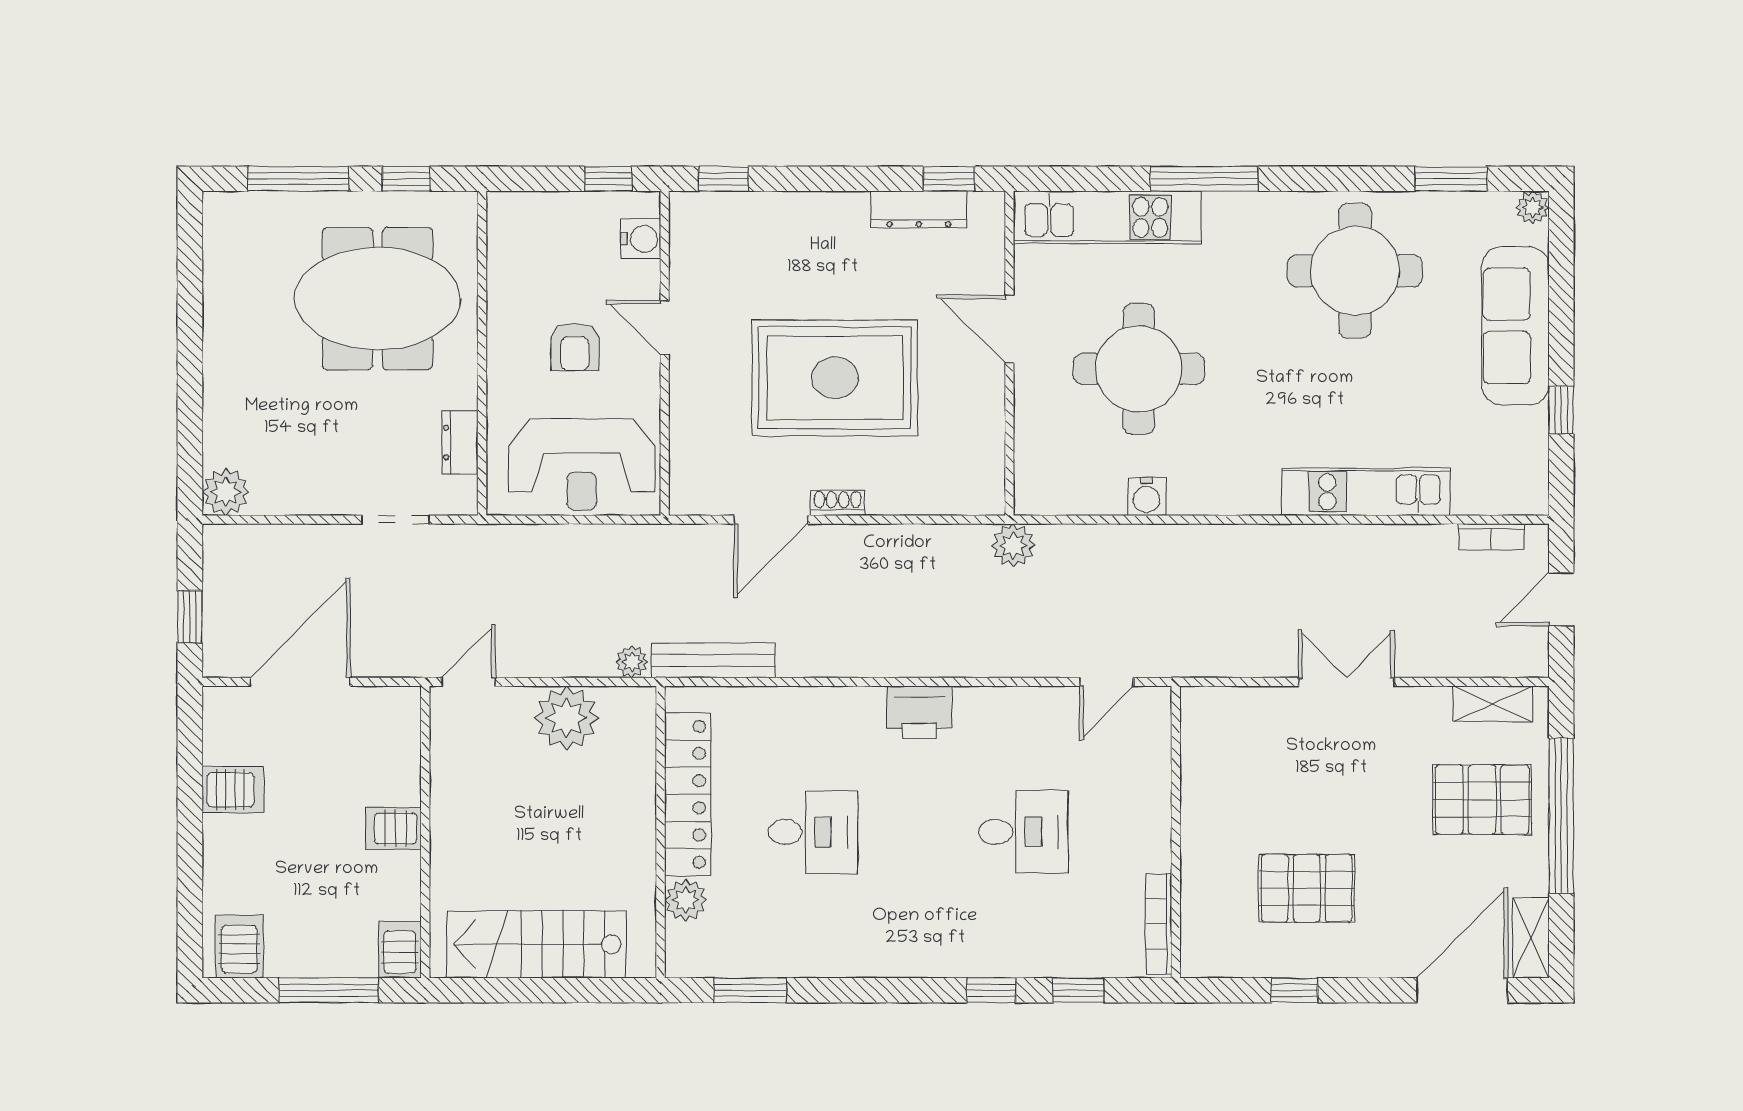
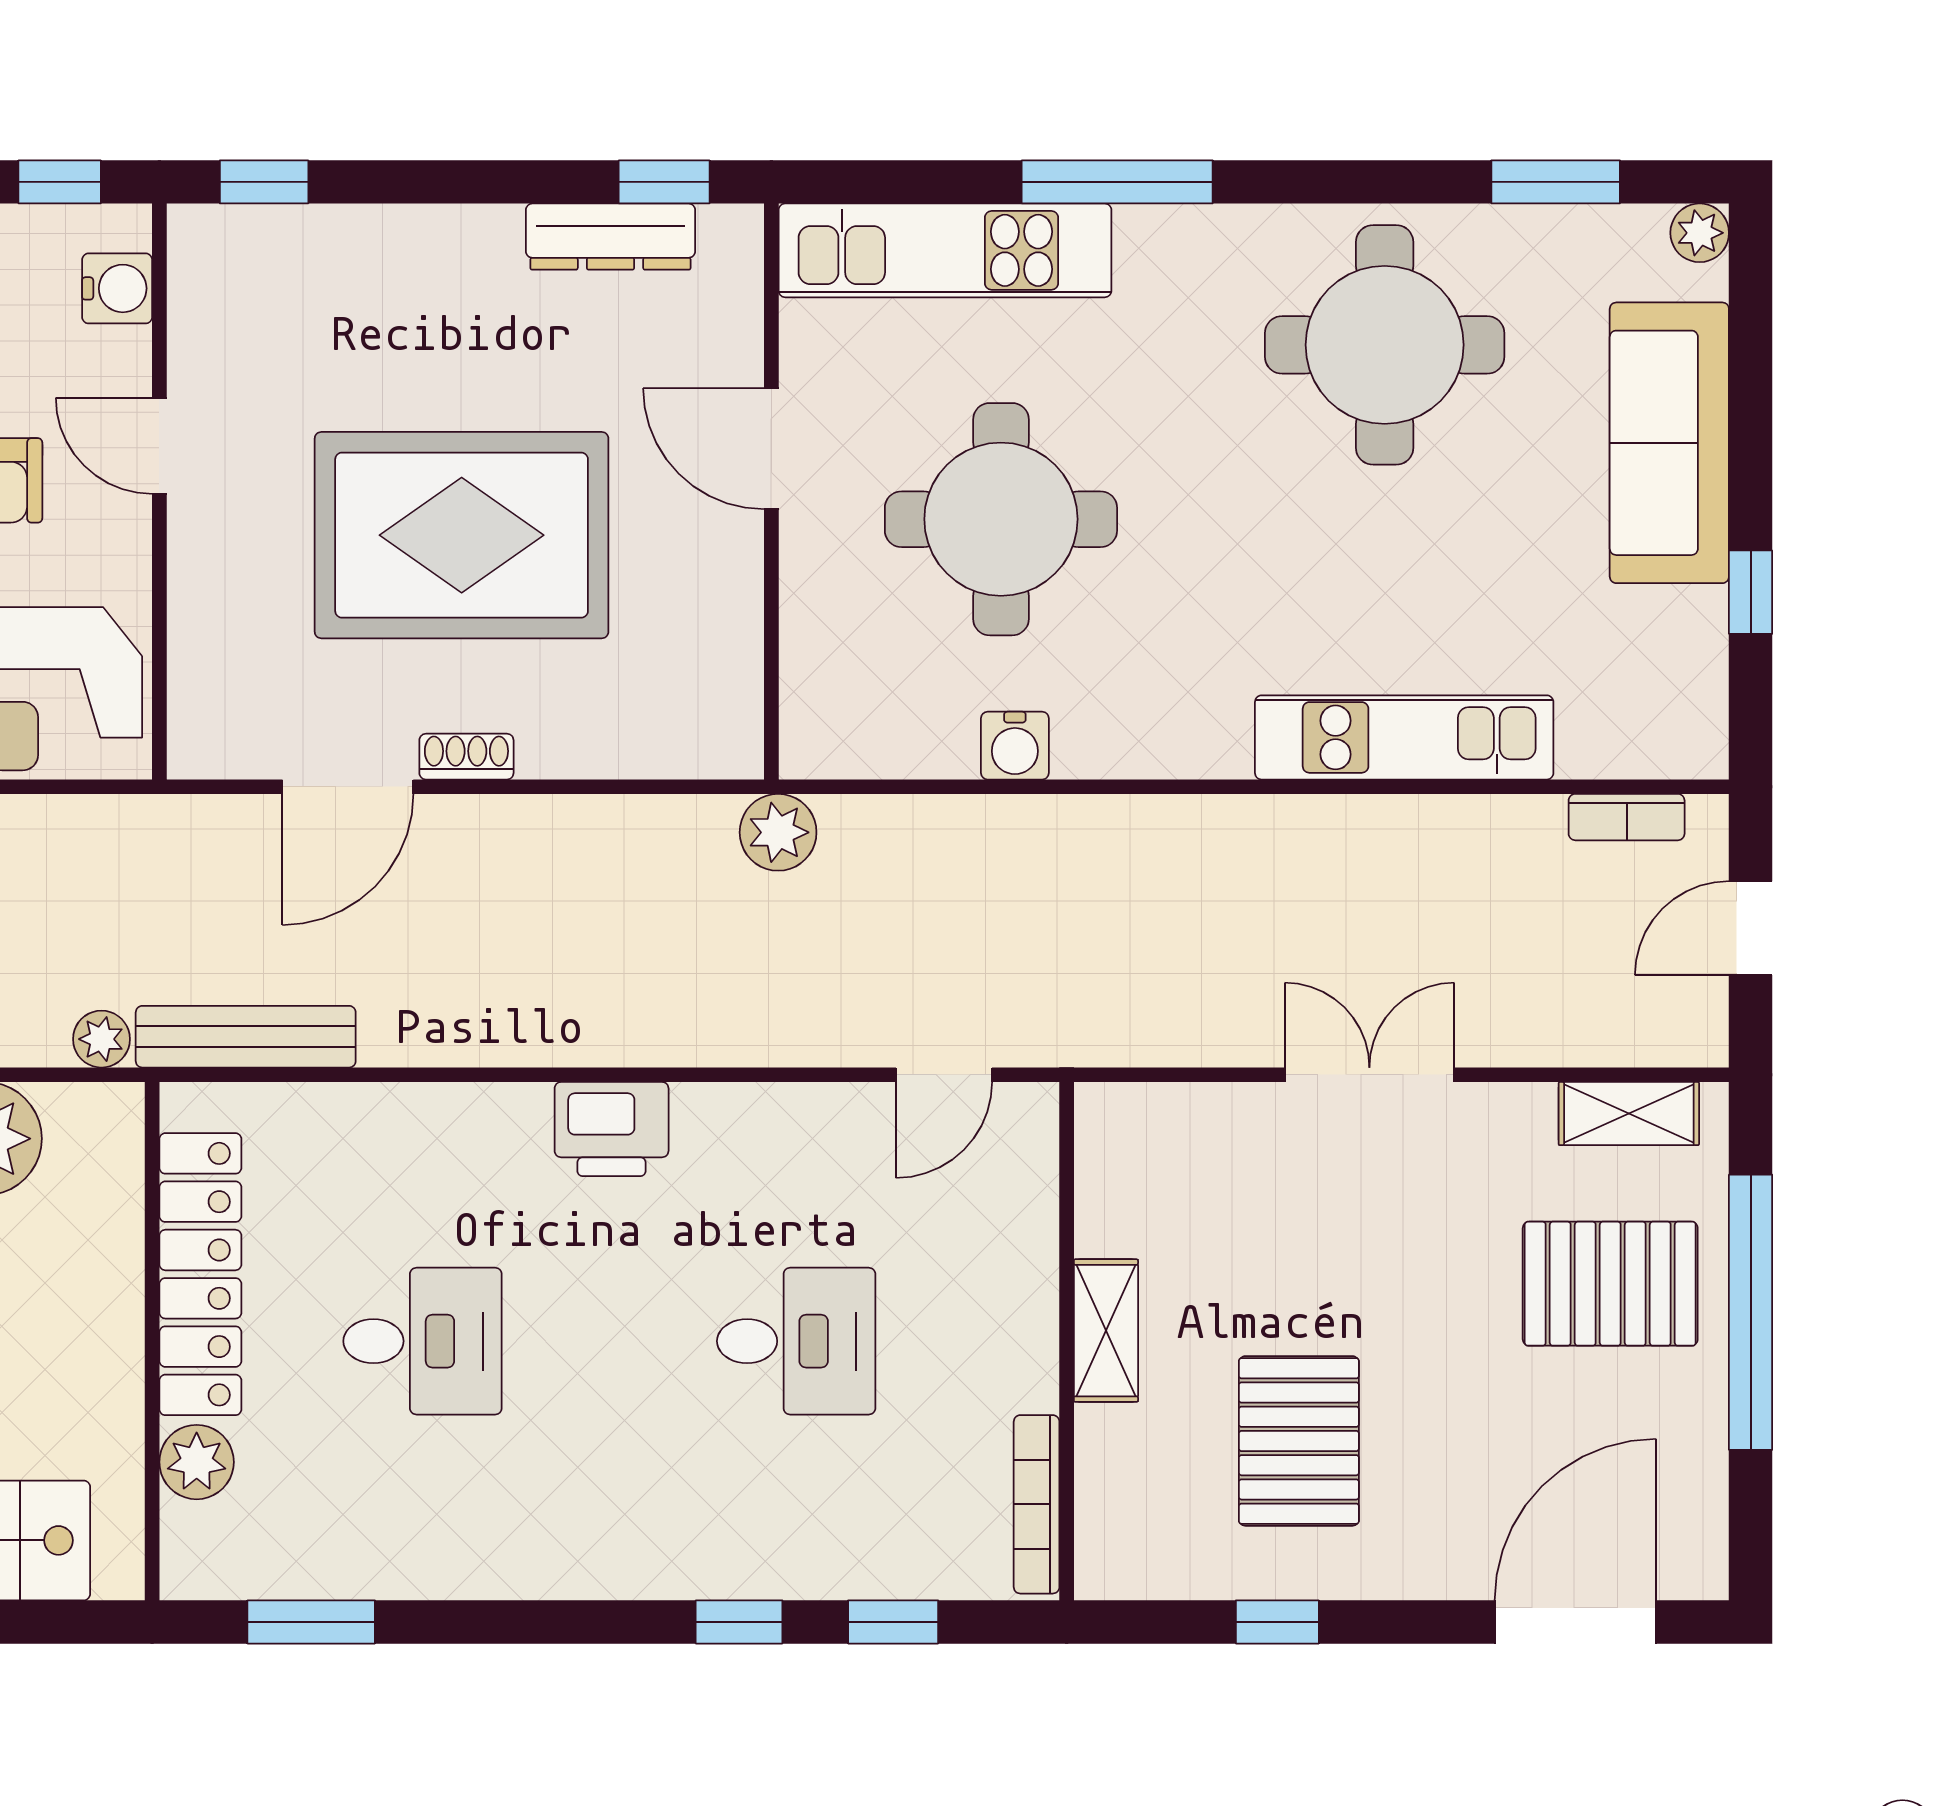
pallet: (1307, 888) -> (1299, 1441), turned 90
shelving: (1531, 938) -> (1106, 1331), moved

